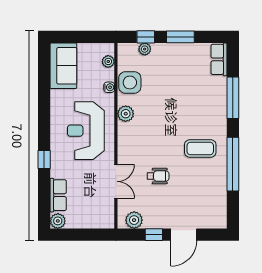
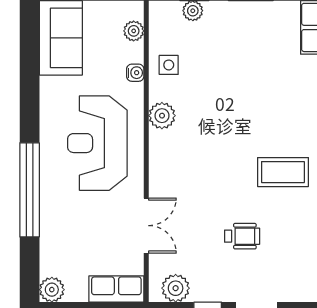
side table: (130, 82) -> (169, 65), width x0.54, depth x0.54
window: (44, 159) -> (30, 190), width x3.17
wheelchair: (158, 176) -> (242, 236), moved
row of seats: (58, 195) -> (116, 289), moved, turned -90

